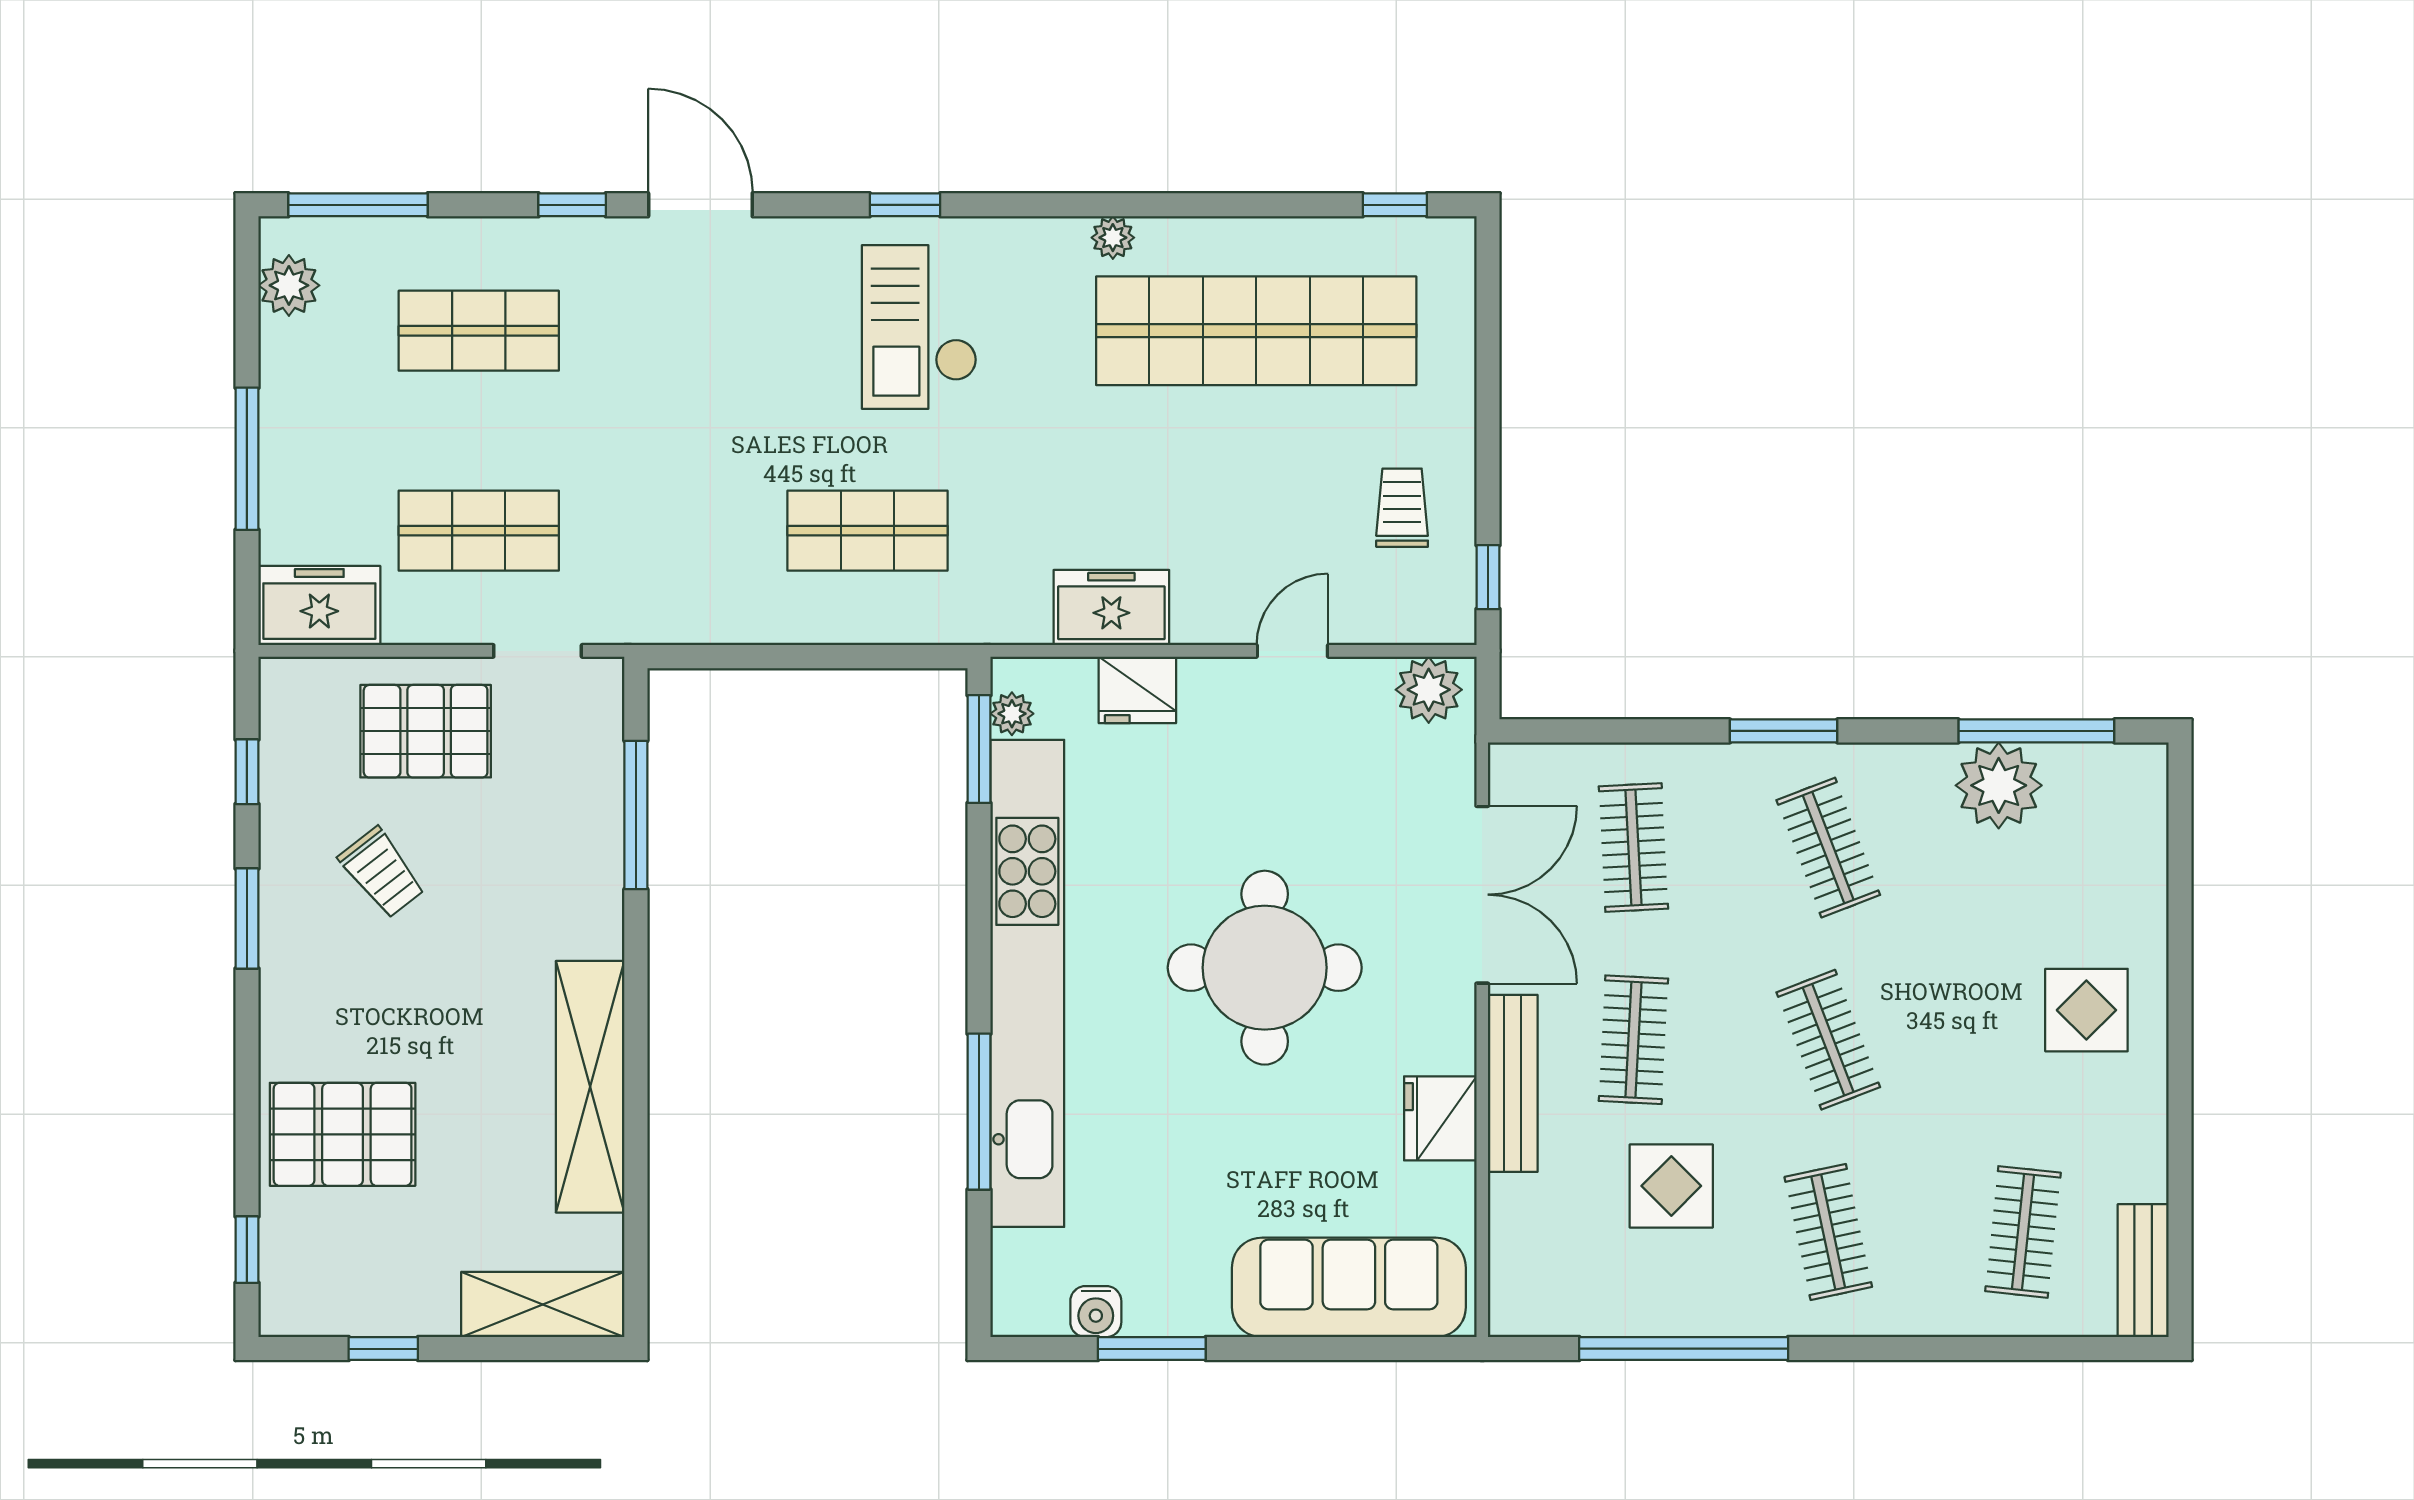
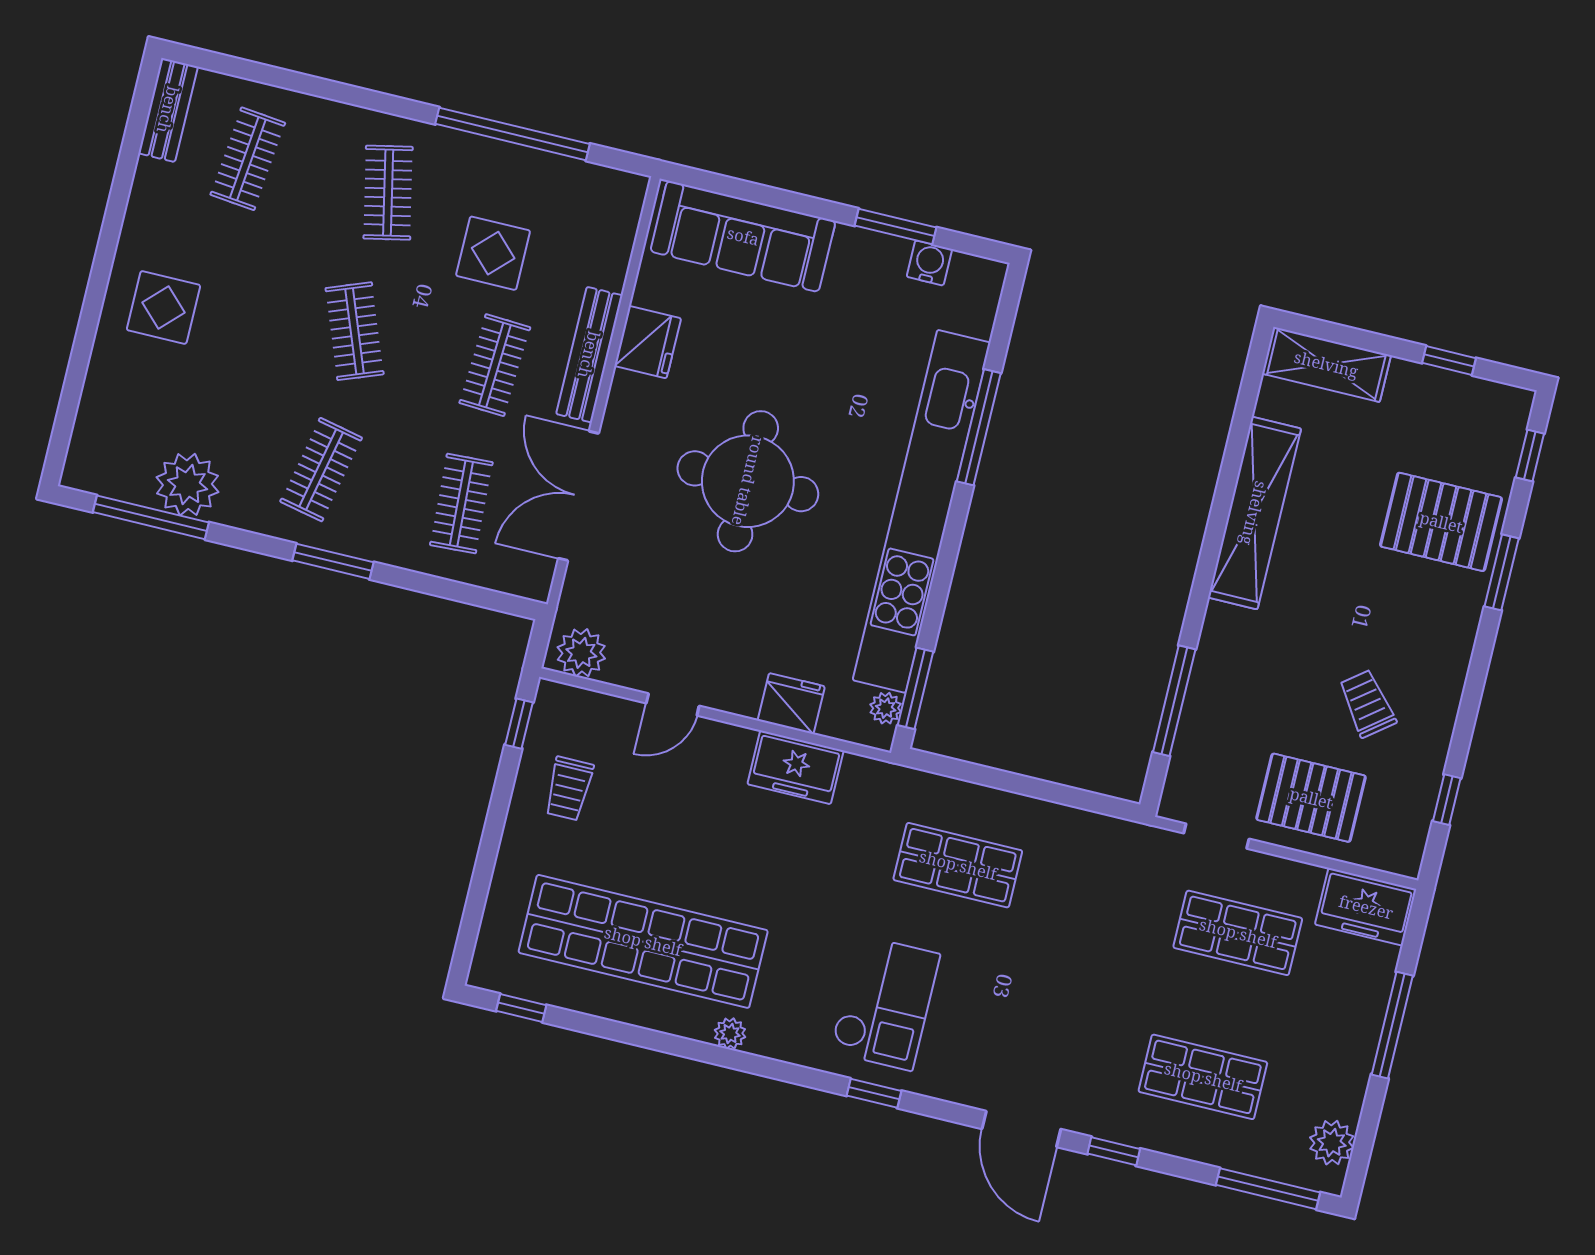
clothes rail: (1828, 848) -> (321, 470), turned 33
window: (247, 919) -> (1502, 572), moved

